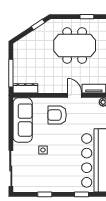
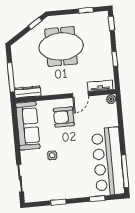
meeting table: (75, 45) -> (61, 46), moved
door: (75, 95) -> (80, 95), swing flipped
sliding door: (11, 169) -> (20, 178), width x0.73

